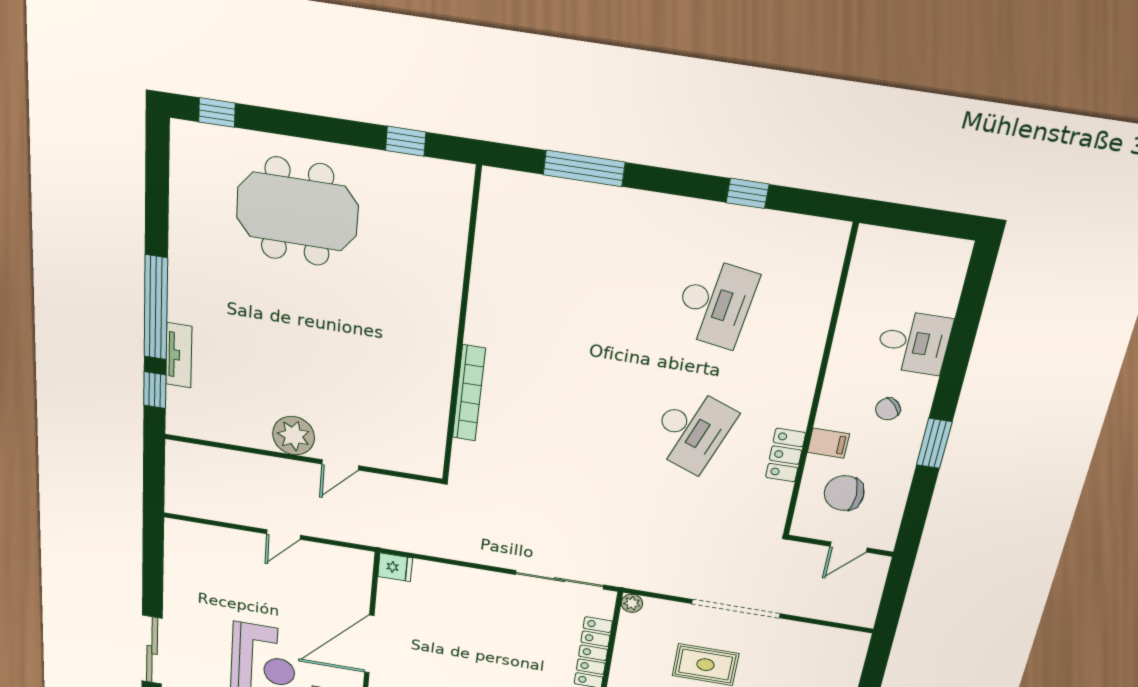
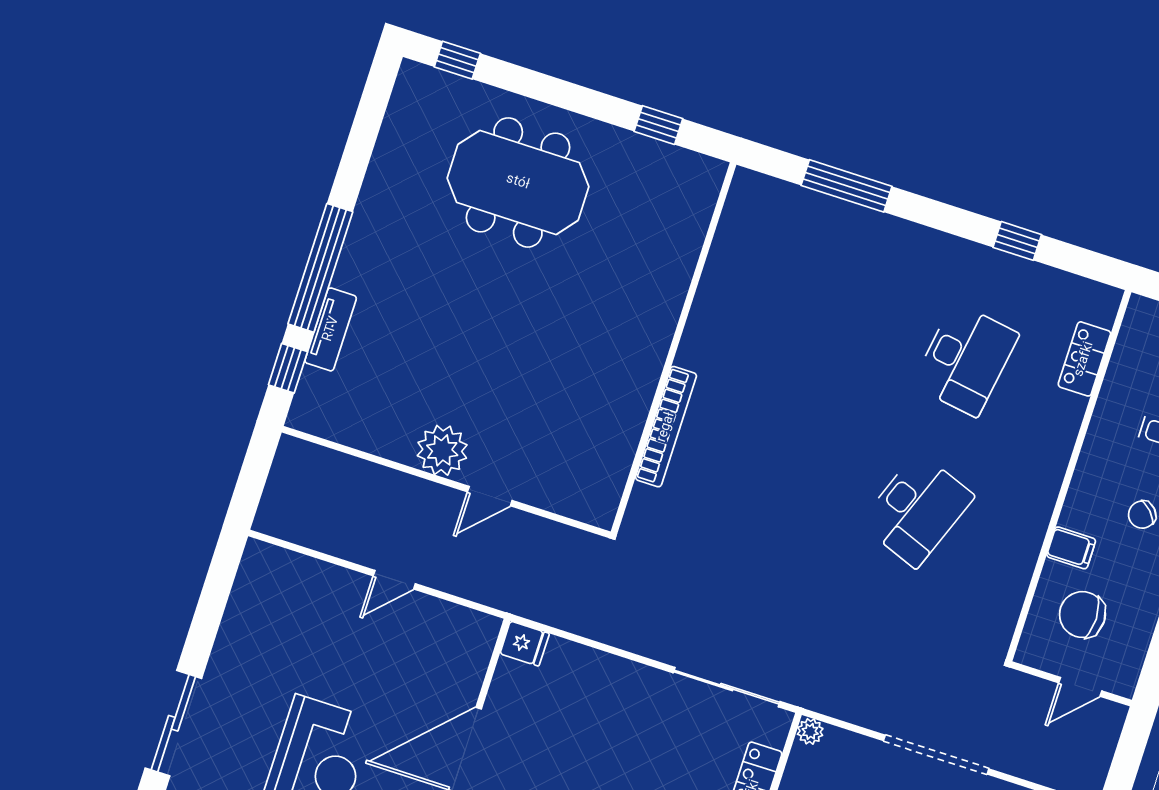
locker: (786, 455) -> (1084, 359), moved

